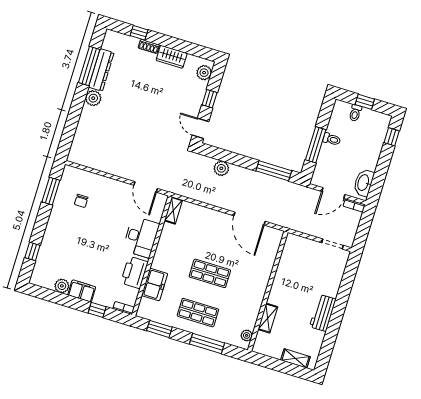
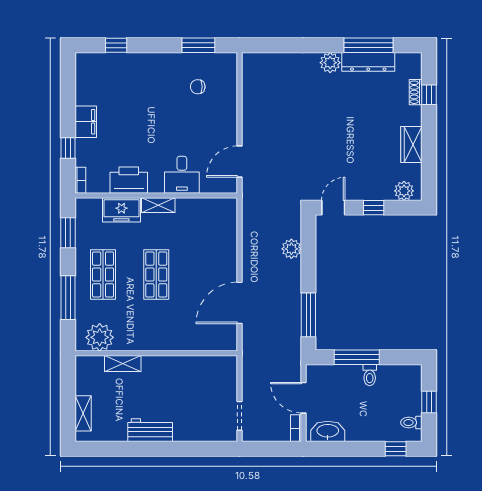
shoe rack: (149, 46) -> (416, 92), moved
toilet: (355, 113) -> (411, 423), moved
shelving: (173, 210) -> (158, 205), moved
desk: (141, 237) -> (182, 175), width x0.73
plant: (62, 286) -> (84, 95), removed
plant: (247, 335) -> (100, 337), width x1.88, depth x1.88

